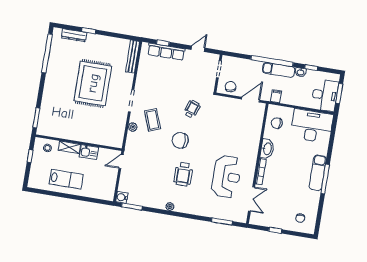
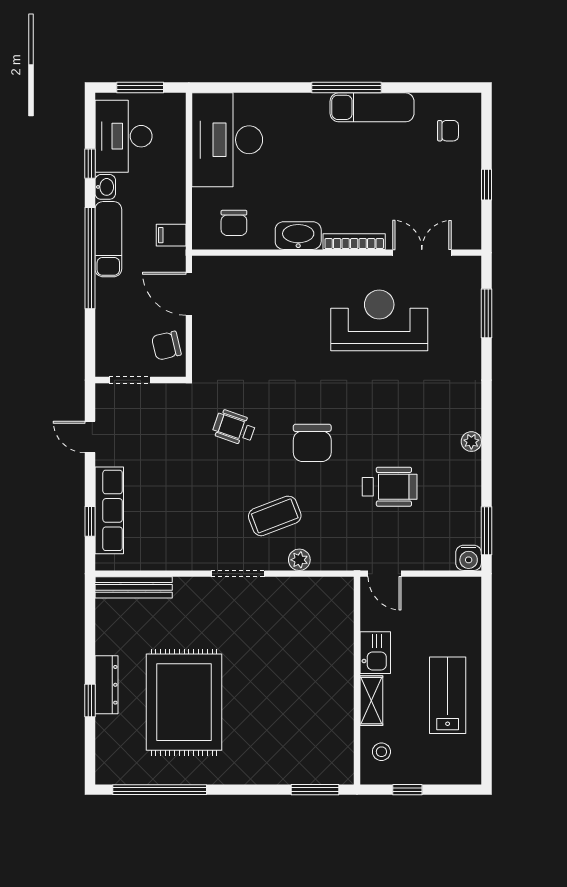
dresser: (74, 35) -> (106, 685), moved
rug: (93, 83) -> (184, 702), moved, turned 90
desk: (325, 95) -> (124, 136), moved, turned -90
exam couch: (318, 173) -> (372, 107), moved
wheelchair: (183, 174) -> (390, 487), moved

